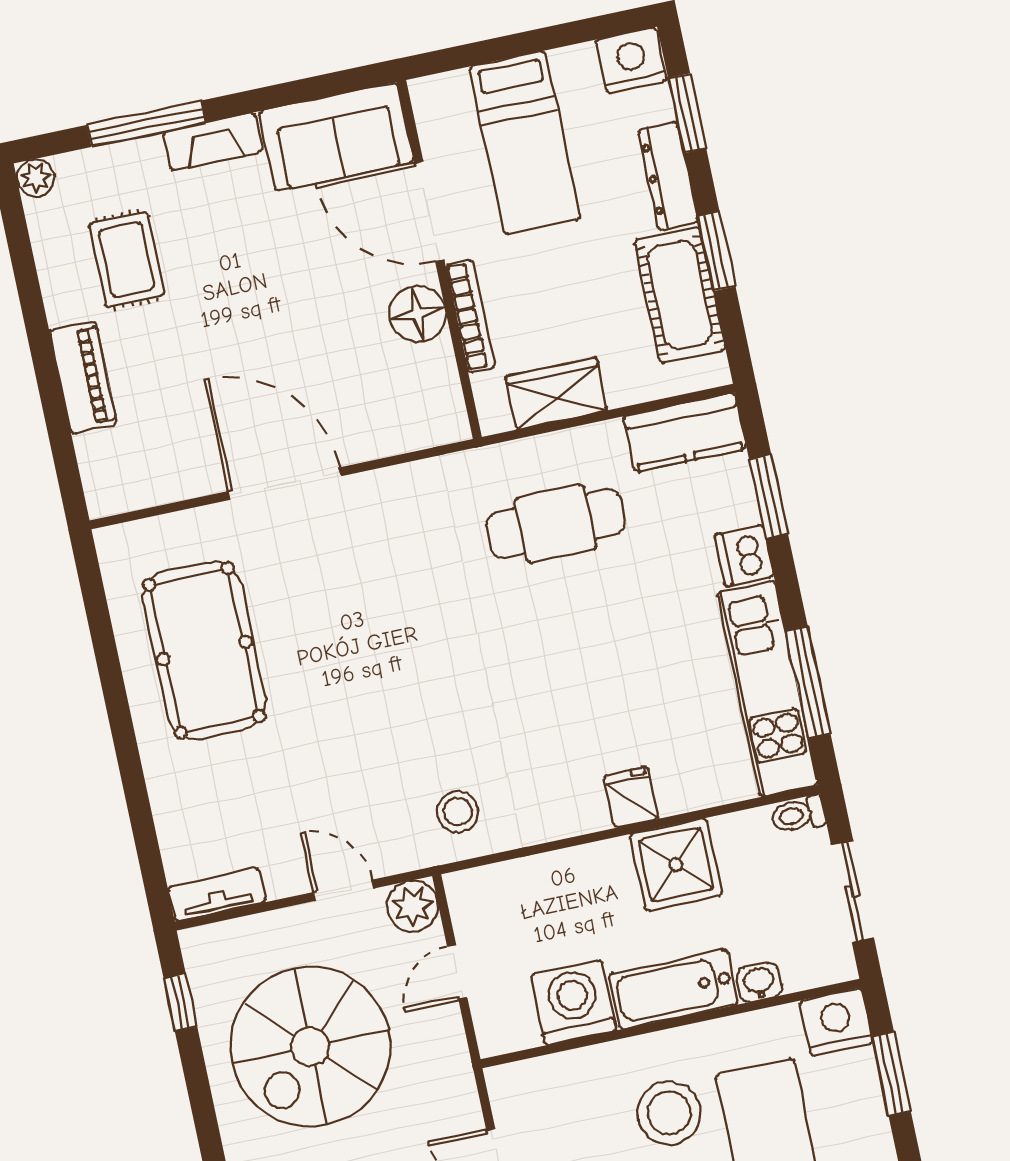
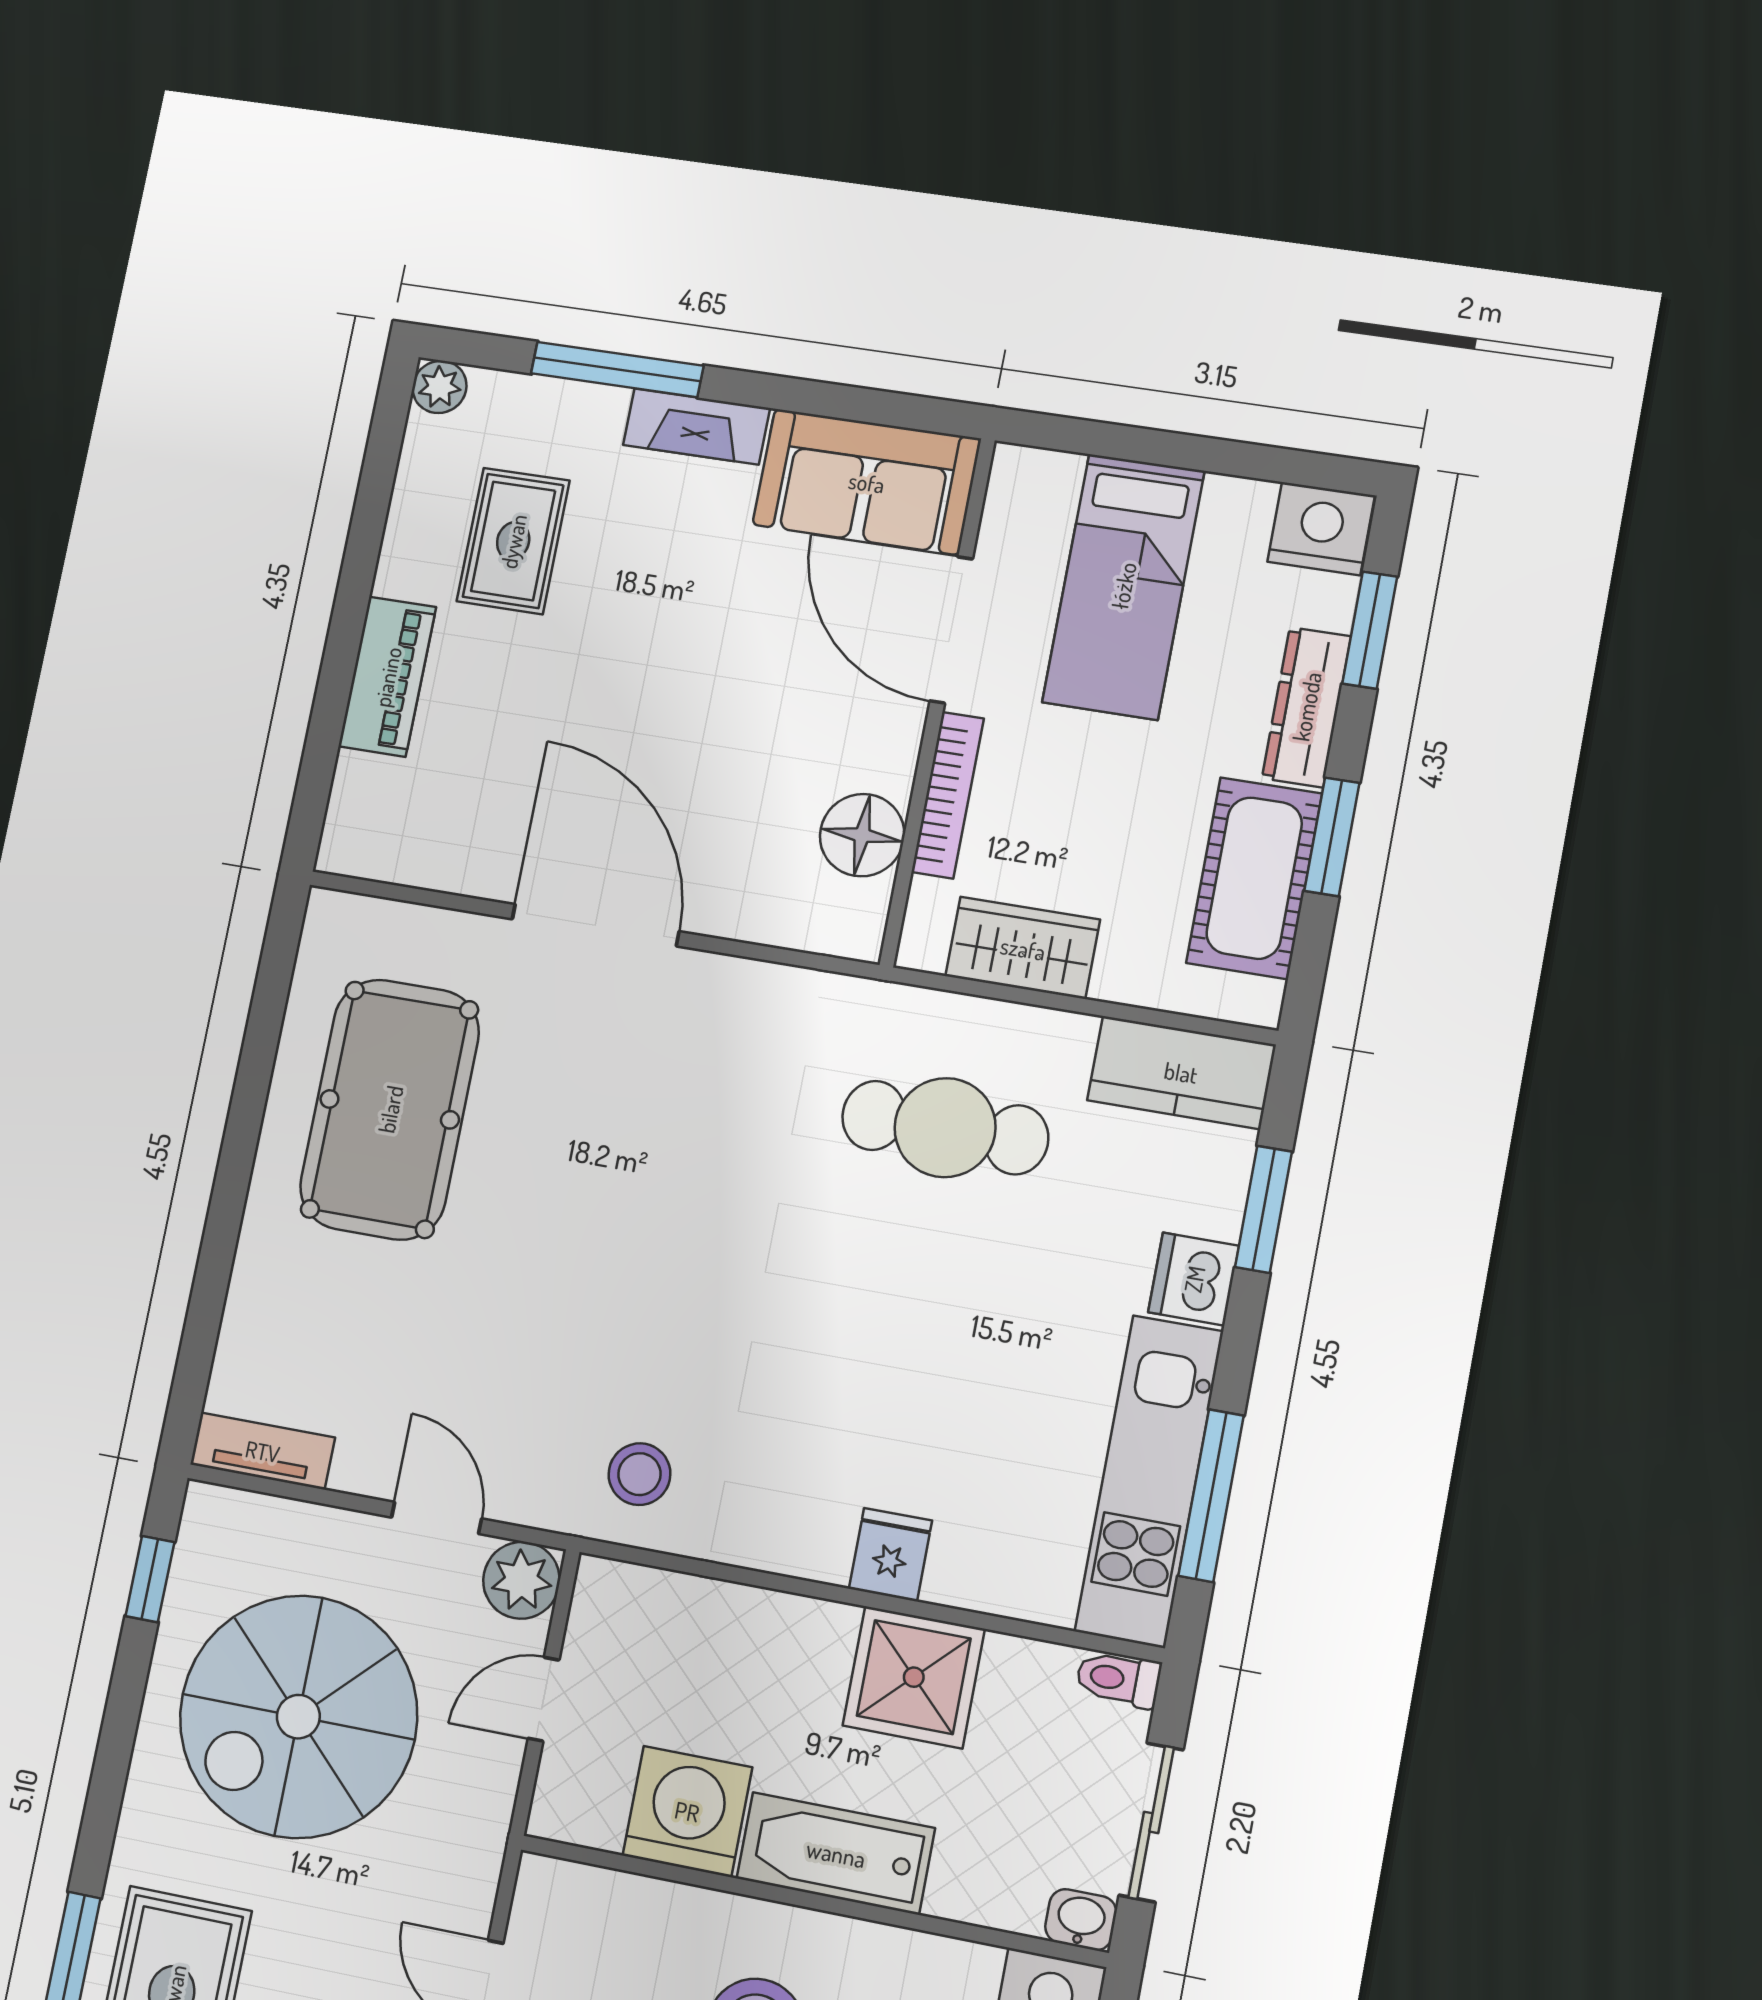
floor lamp: (418, 314) -> (862, 835), moved
washbasin: (759, 982) -> (1081, 1920), moved

